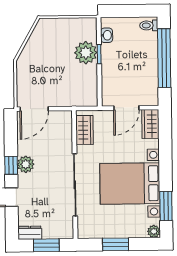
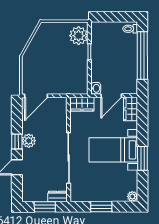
washbasin: (107, 35) -> (96, 88), moved
plant: (86, 53) -> (79, 36), moved
wardrobe: (85, 130) -> (82, 104), moved, turned 90
bed with nightstands: (130, 183) -> (113, 150), width x0.73
window: (166, 206) -> (142, 158), moved
dresser: (30, 233) -> (58, 196), moved

